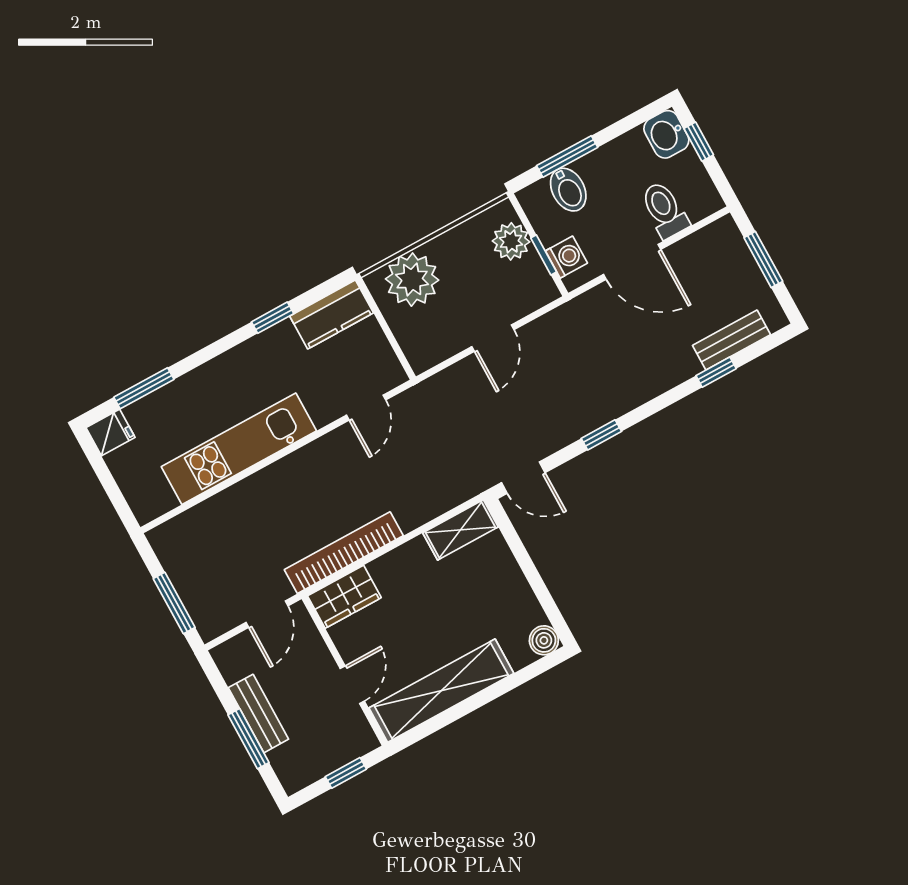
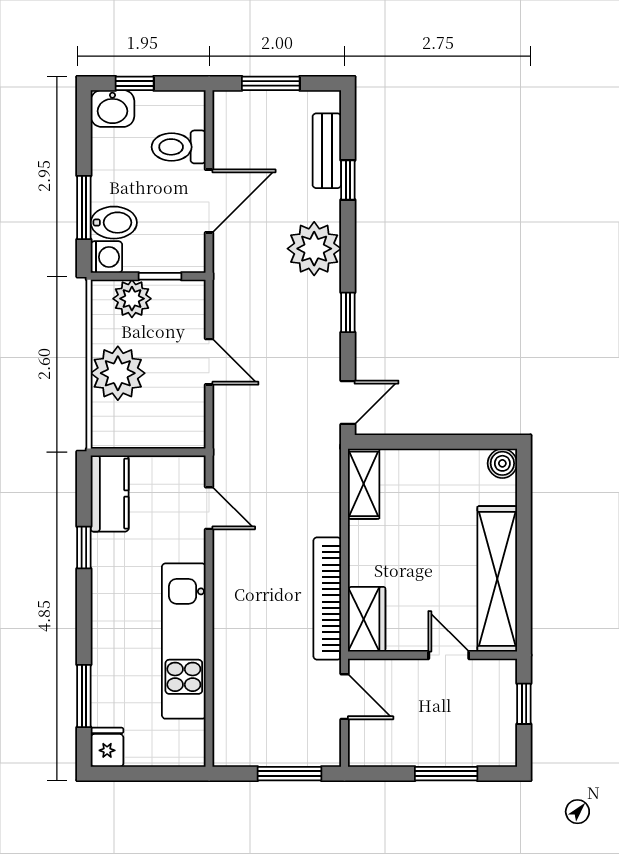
washing machine: (566, 257) -> (106, 257), moved, turned 90
plant: (412, 280) -> (118, 373), moved
plant: (641, 375) -> (314, 249), added
bench: (258, 713) -> (428, 752), removed

